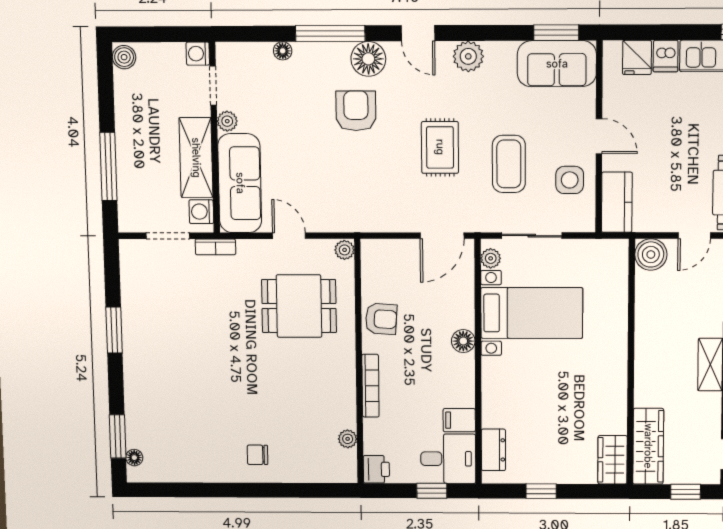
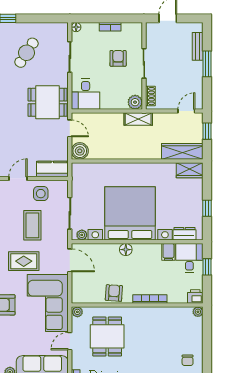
coffee table: (509, 164) -> (32, 225), turned 90
corner sofa: (360, 194) -> (48, 303), added
bed with nightstands: (532, 313) -> (130, 213), width x1.85
plant: (348, 439) -> (198, 312), moved

